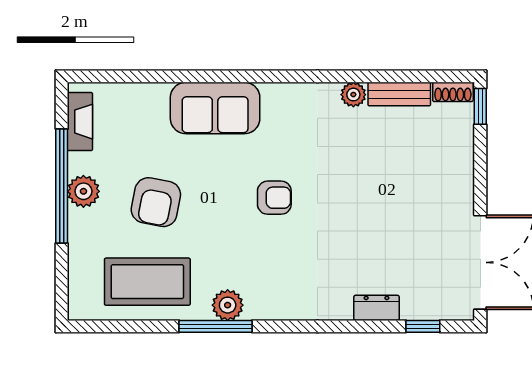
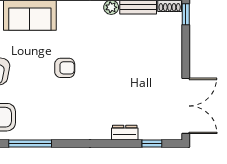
plant: (228, 305) -> (37, 131), removed

